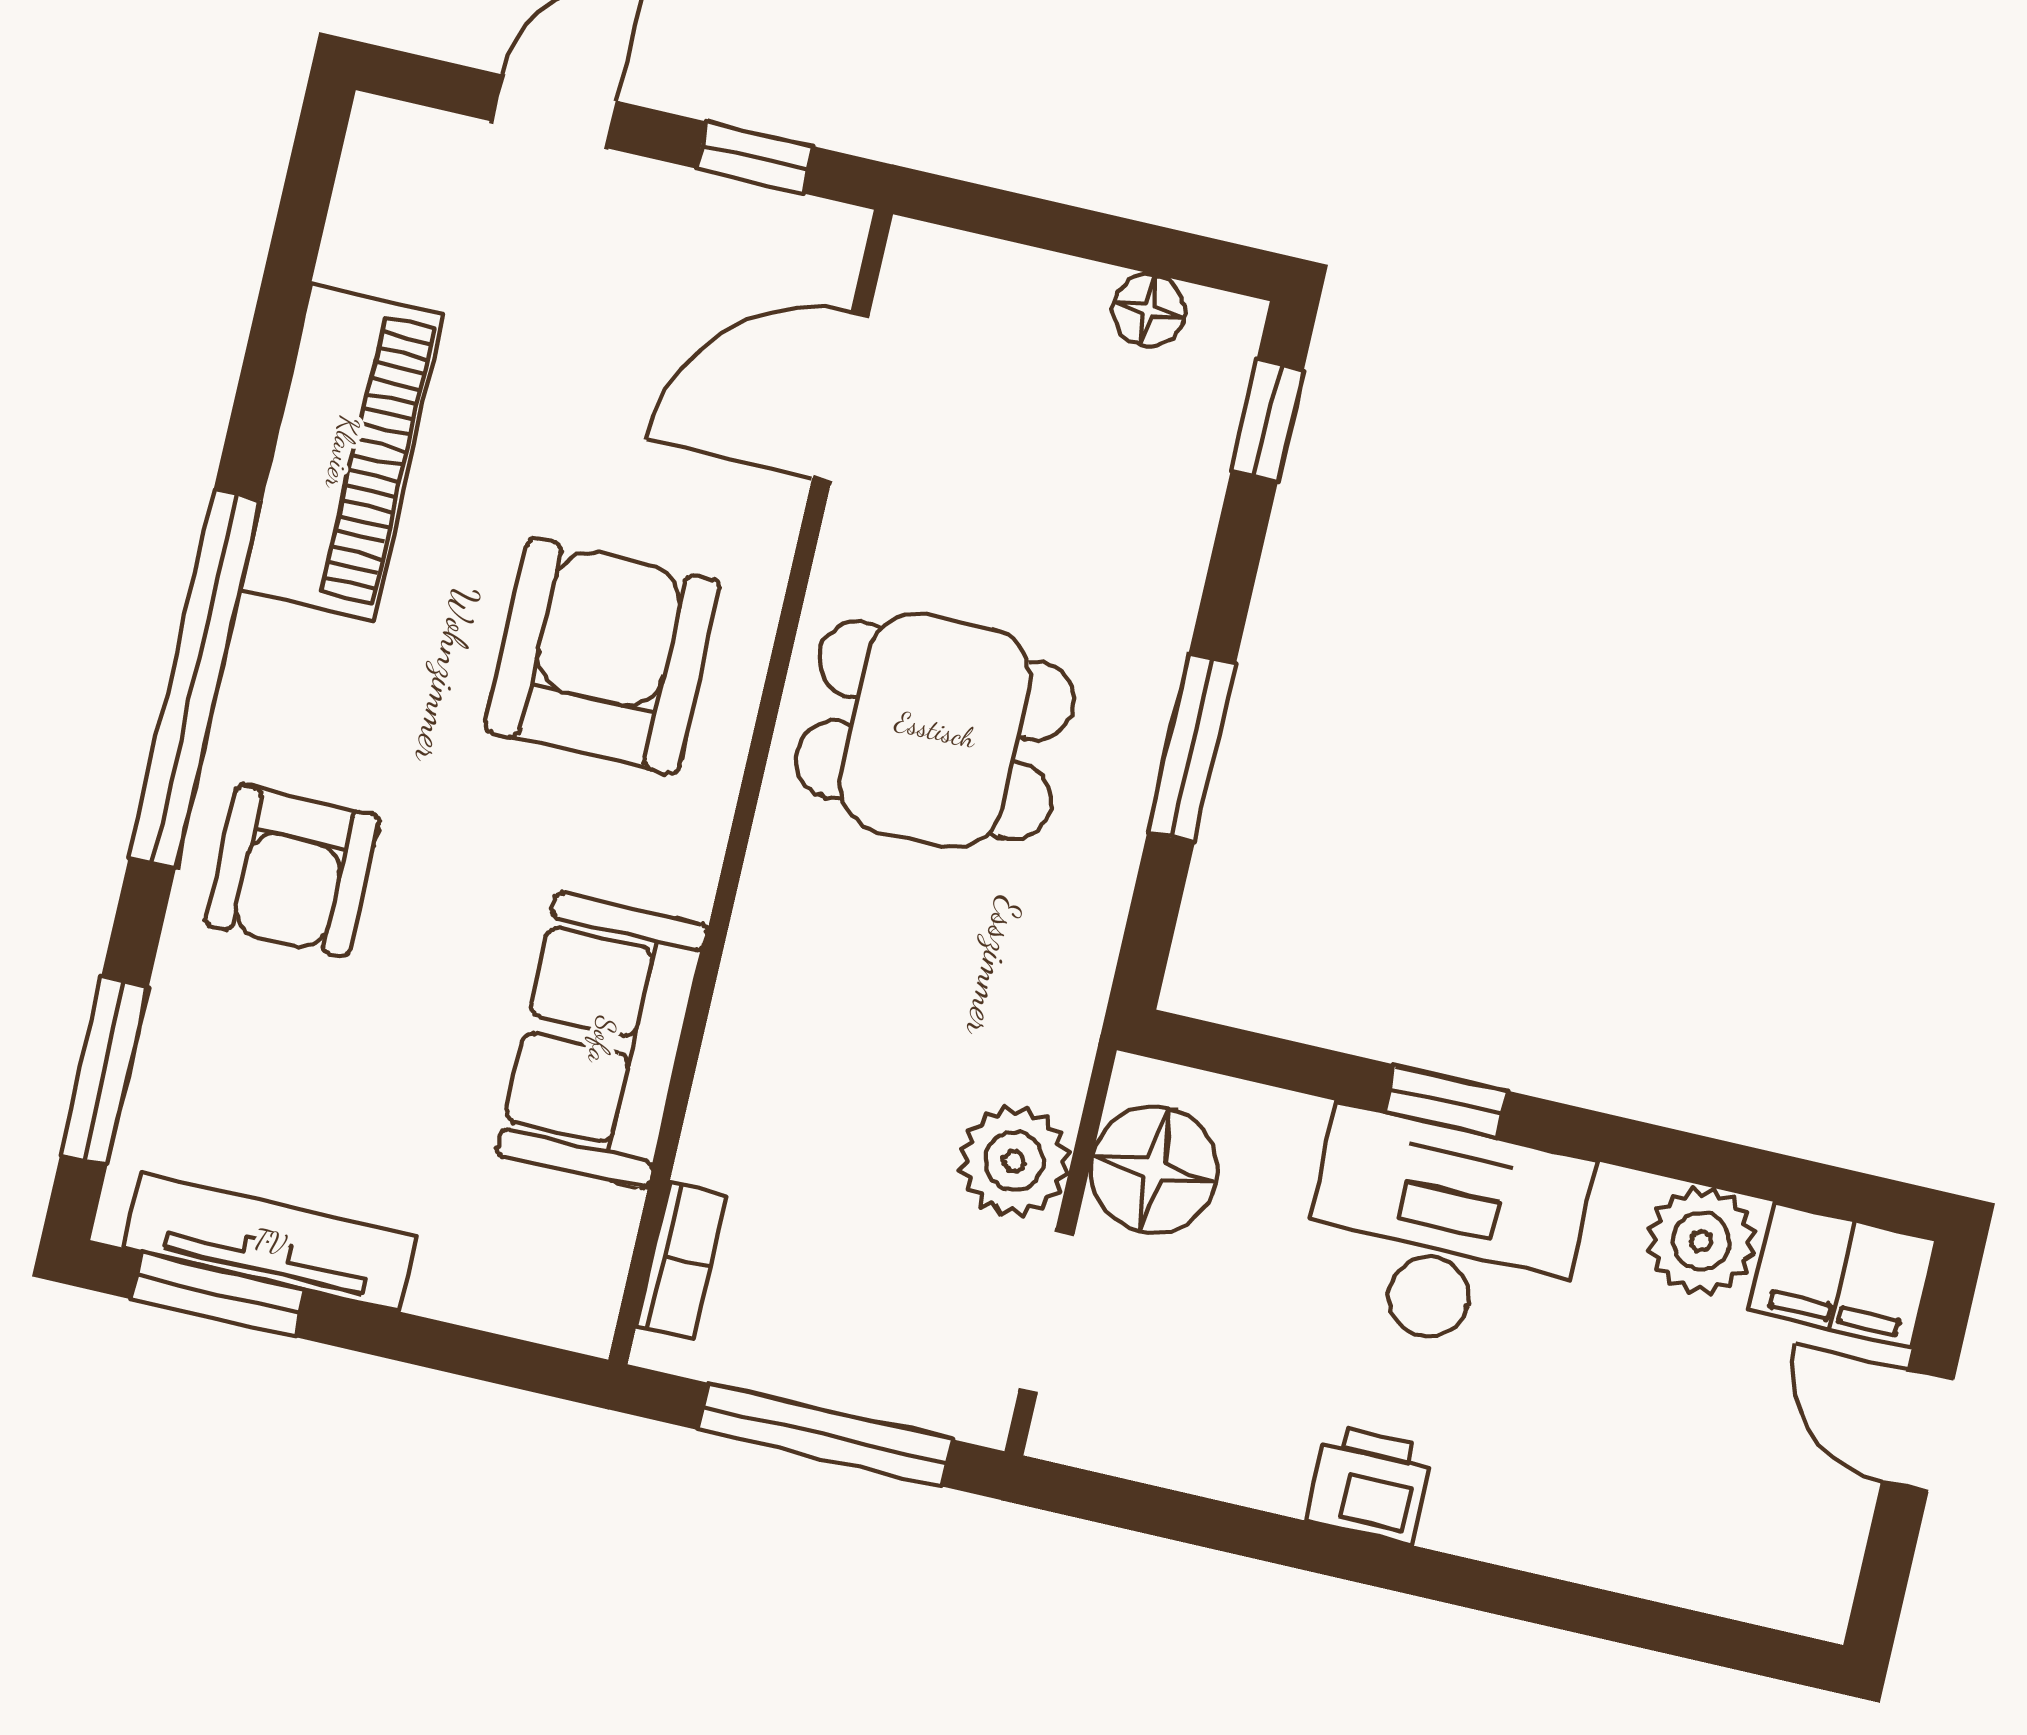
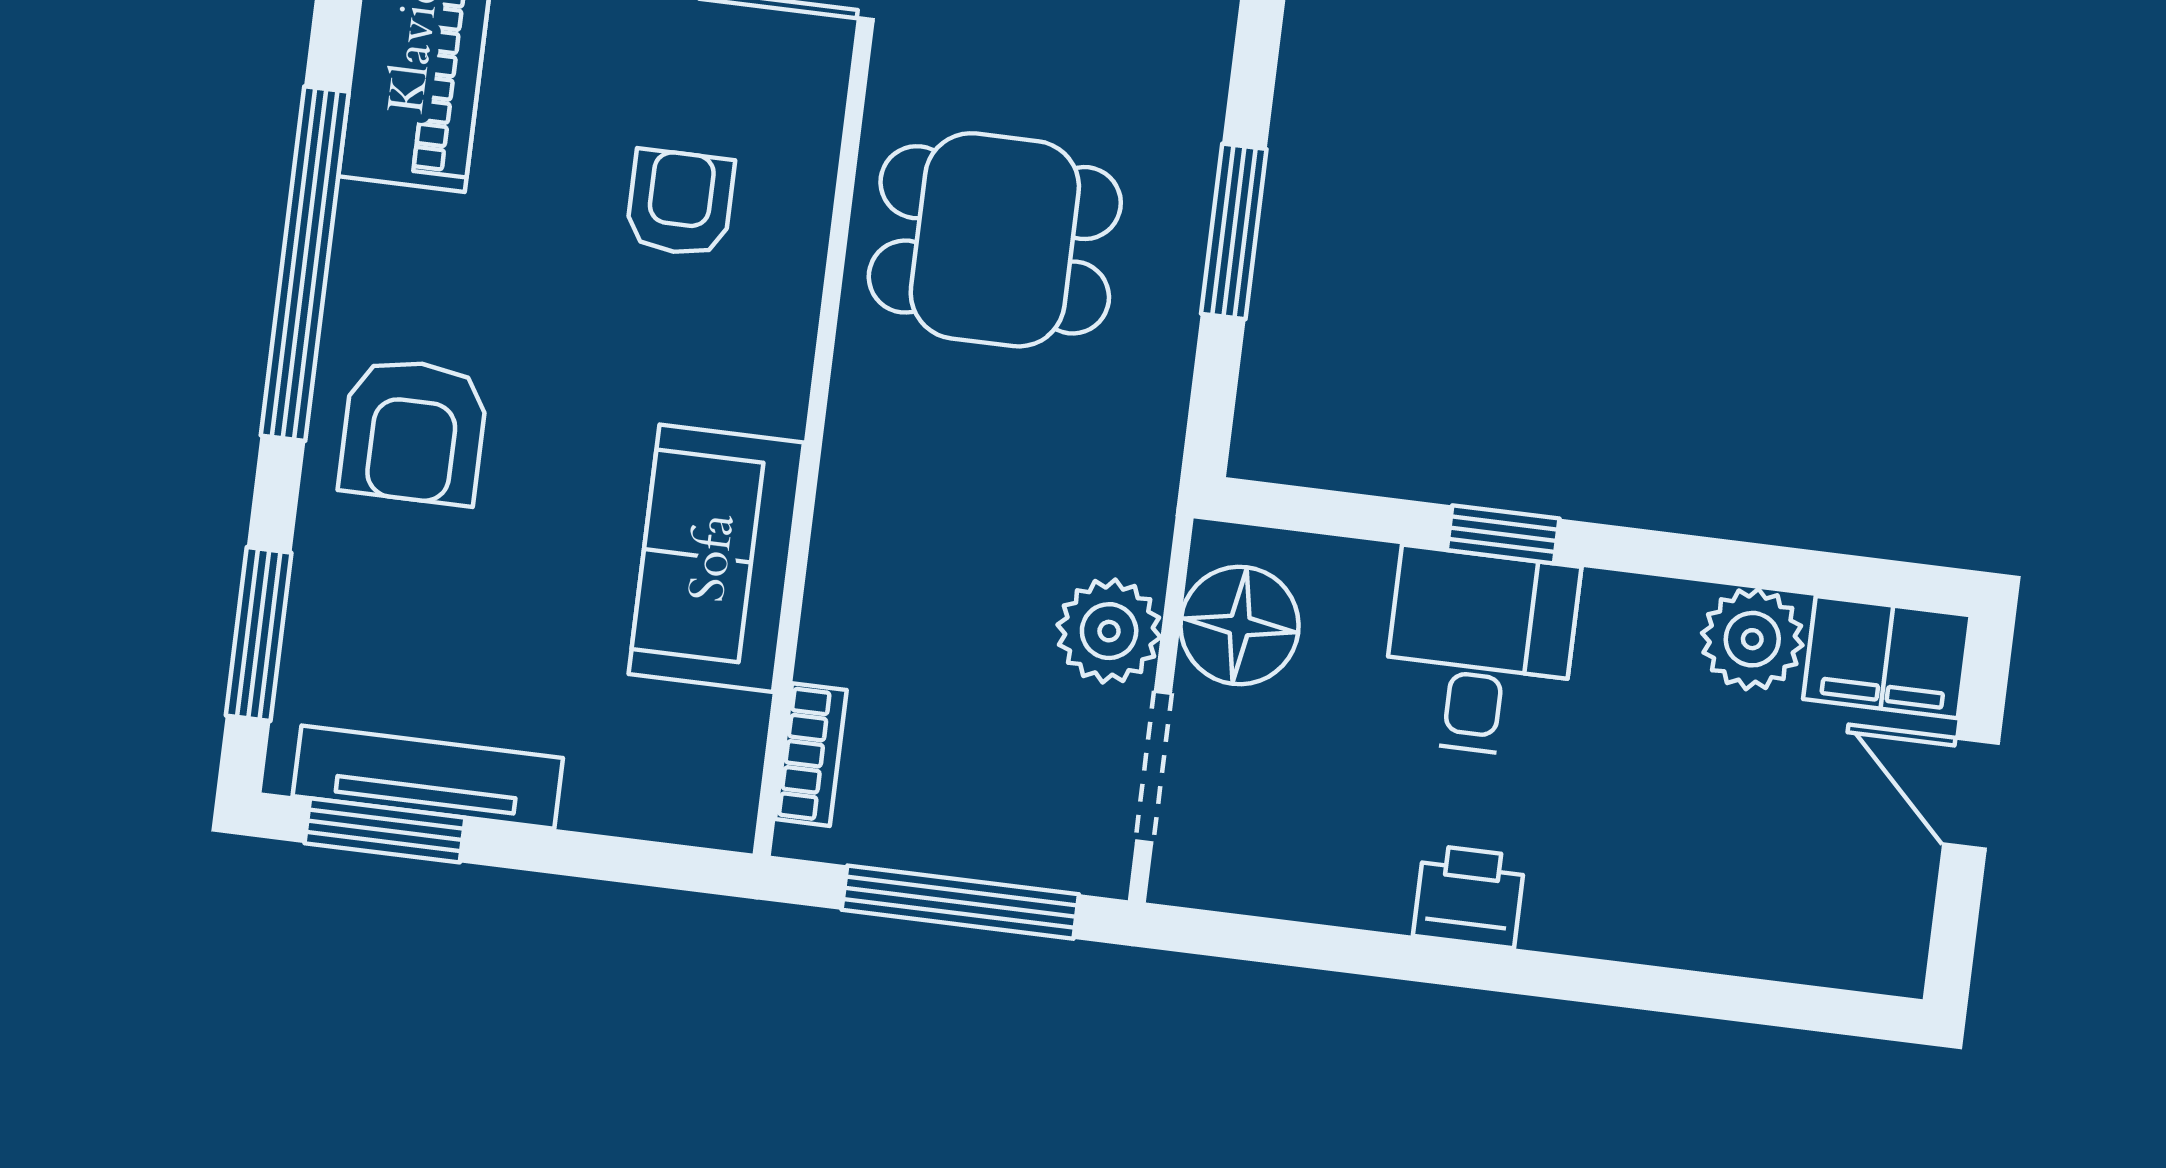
armchair: (603, 656) -> (680, 203), width x0.53, depth x0.53
desk: (1443, 1233) -> (1480, 652), width x0.73

